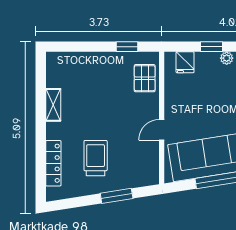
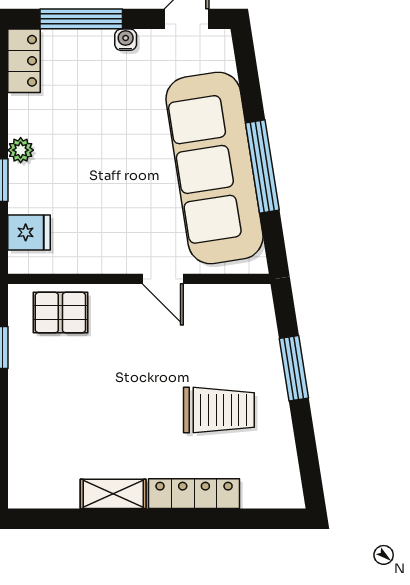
trolley: (96, 158) -> (219, 410), turned 180
locker: (53, 163) -> (194, 494), moved

